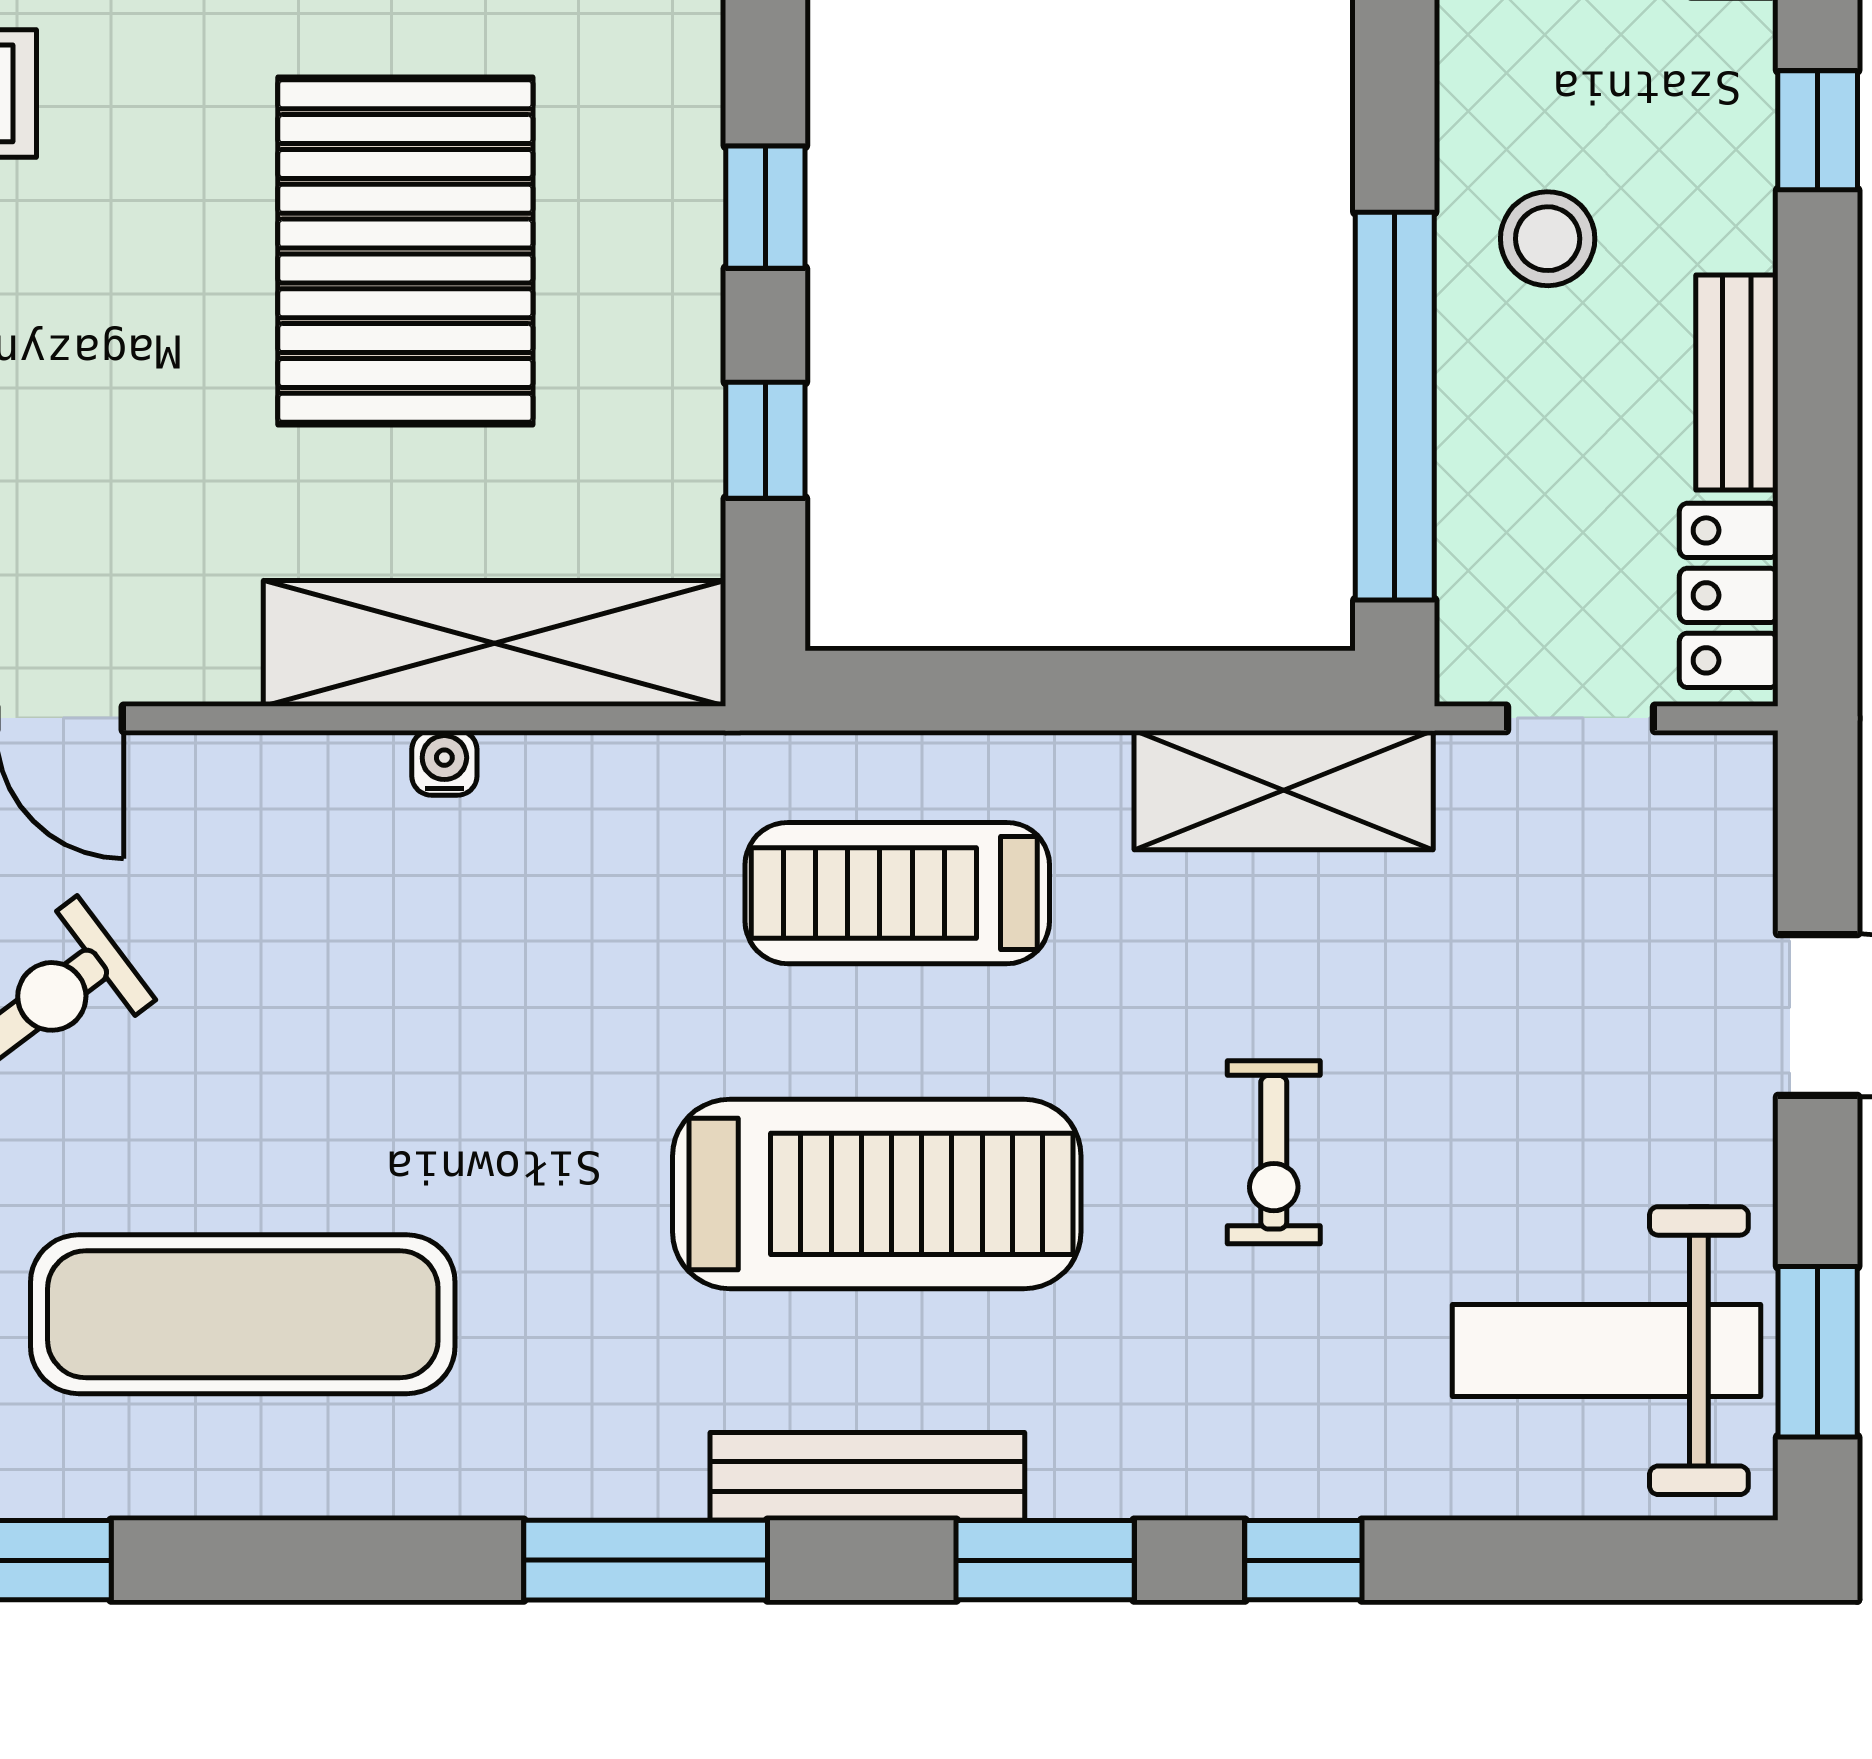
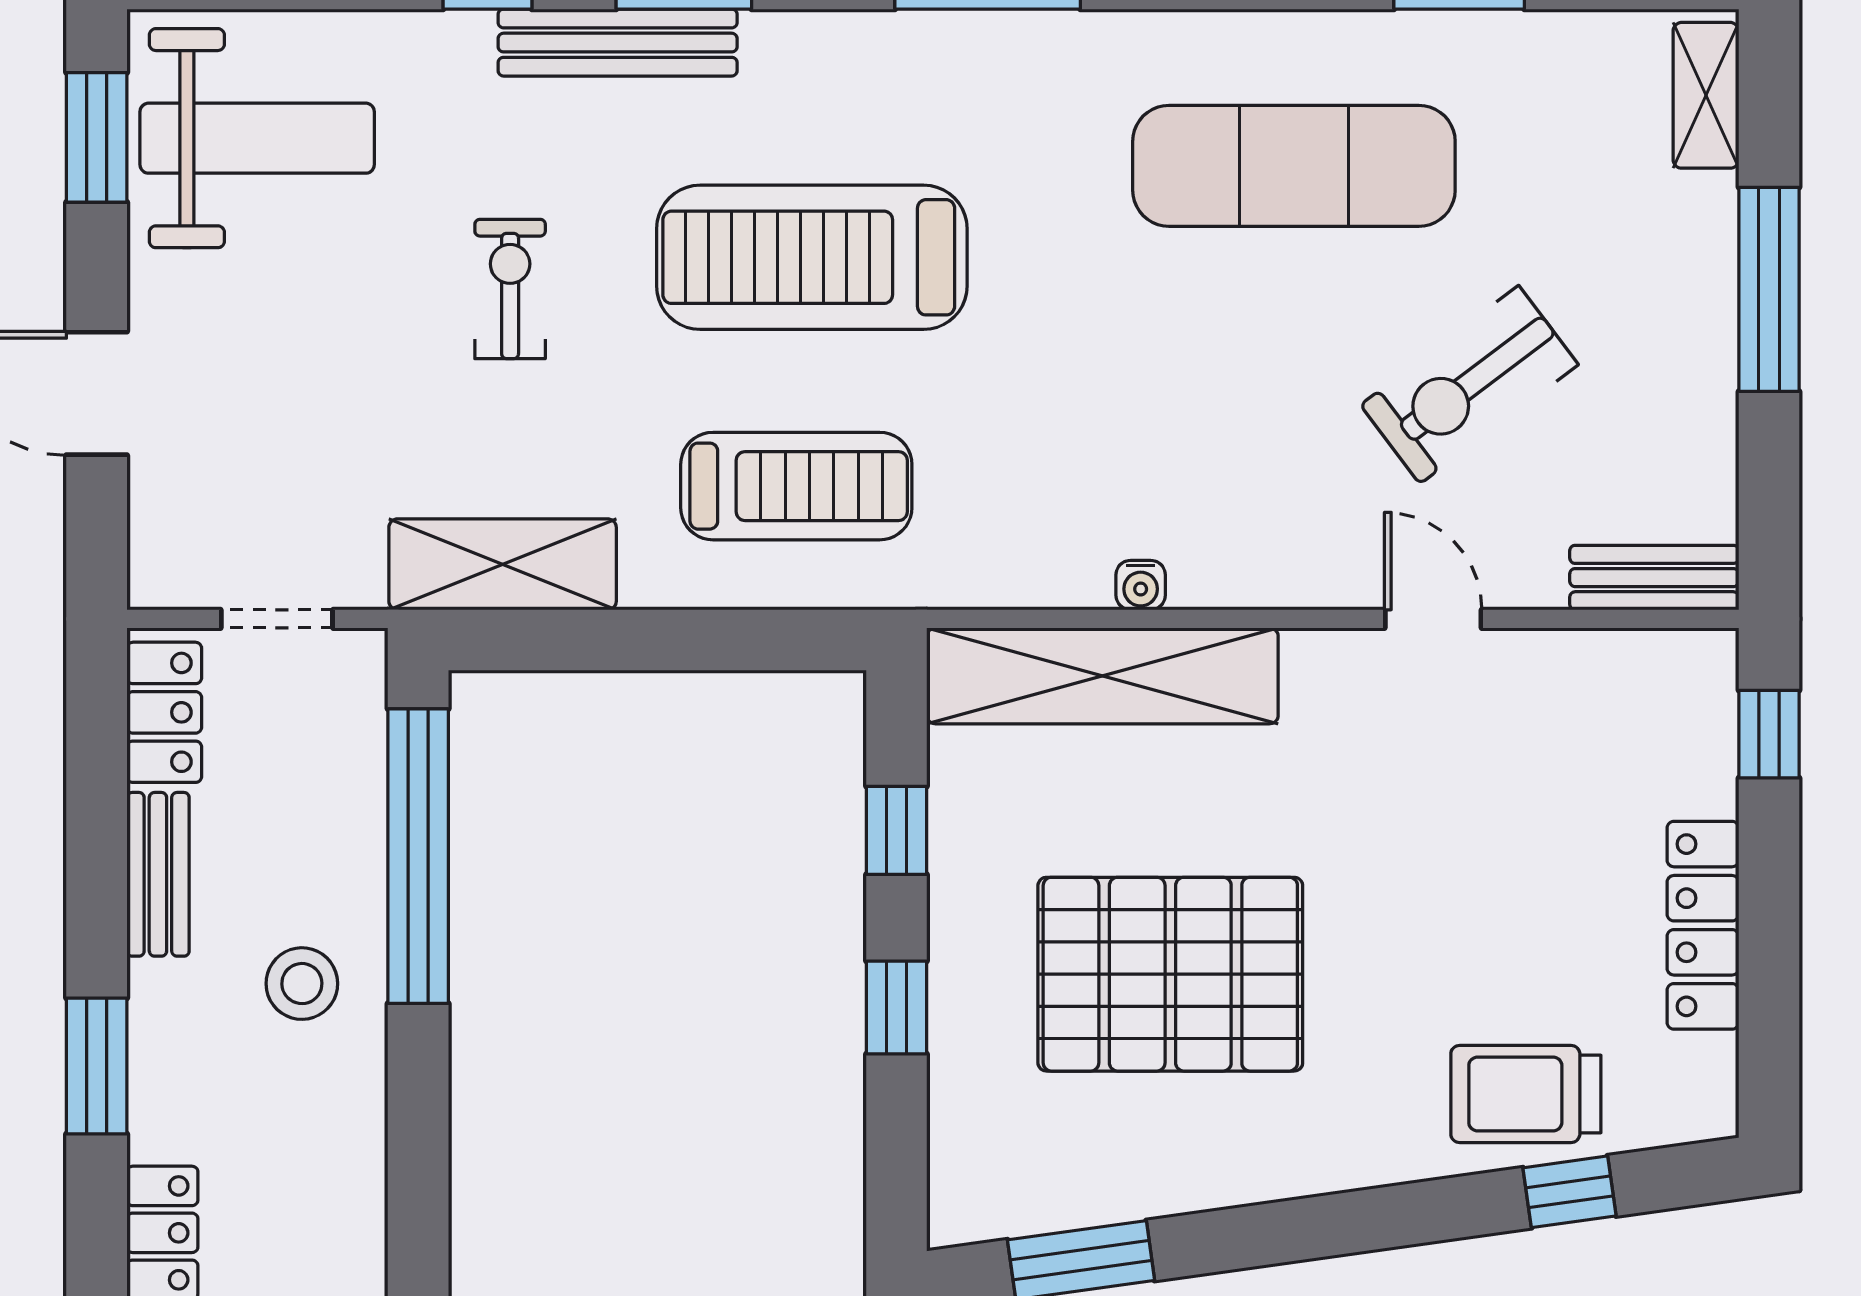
window: (1818, 130) -> (97, 1066), width x1.50
pallet: (405, 251) -> (1170, 974), turned 90
bench: (867, 1476) -> (618, 43), moved

